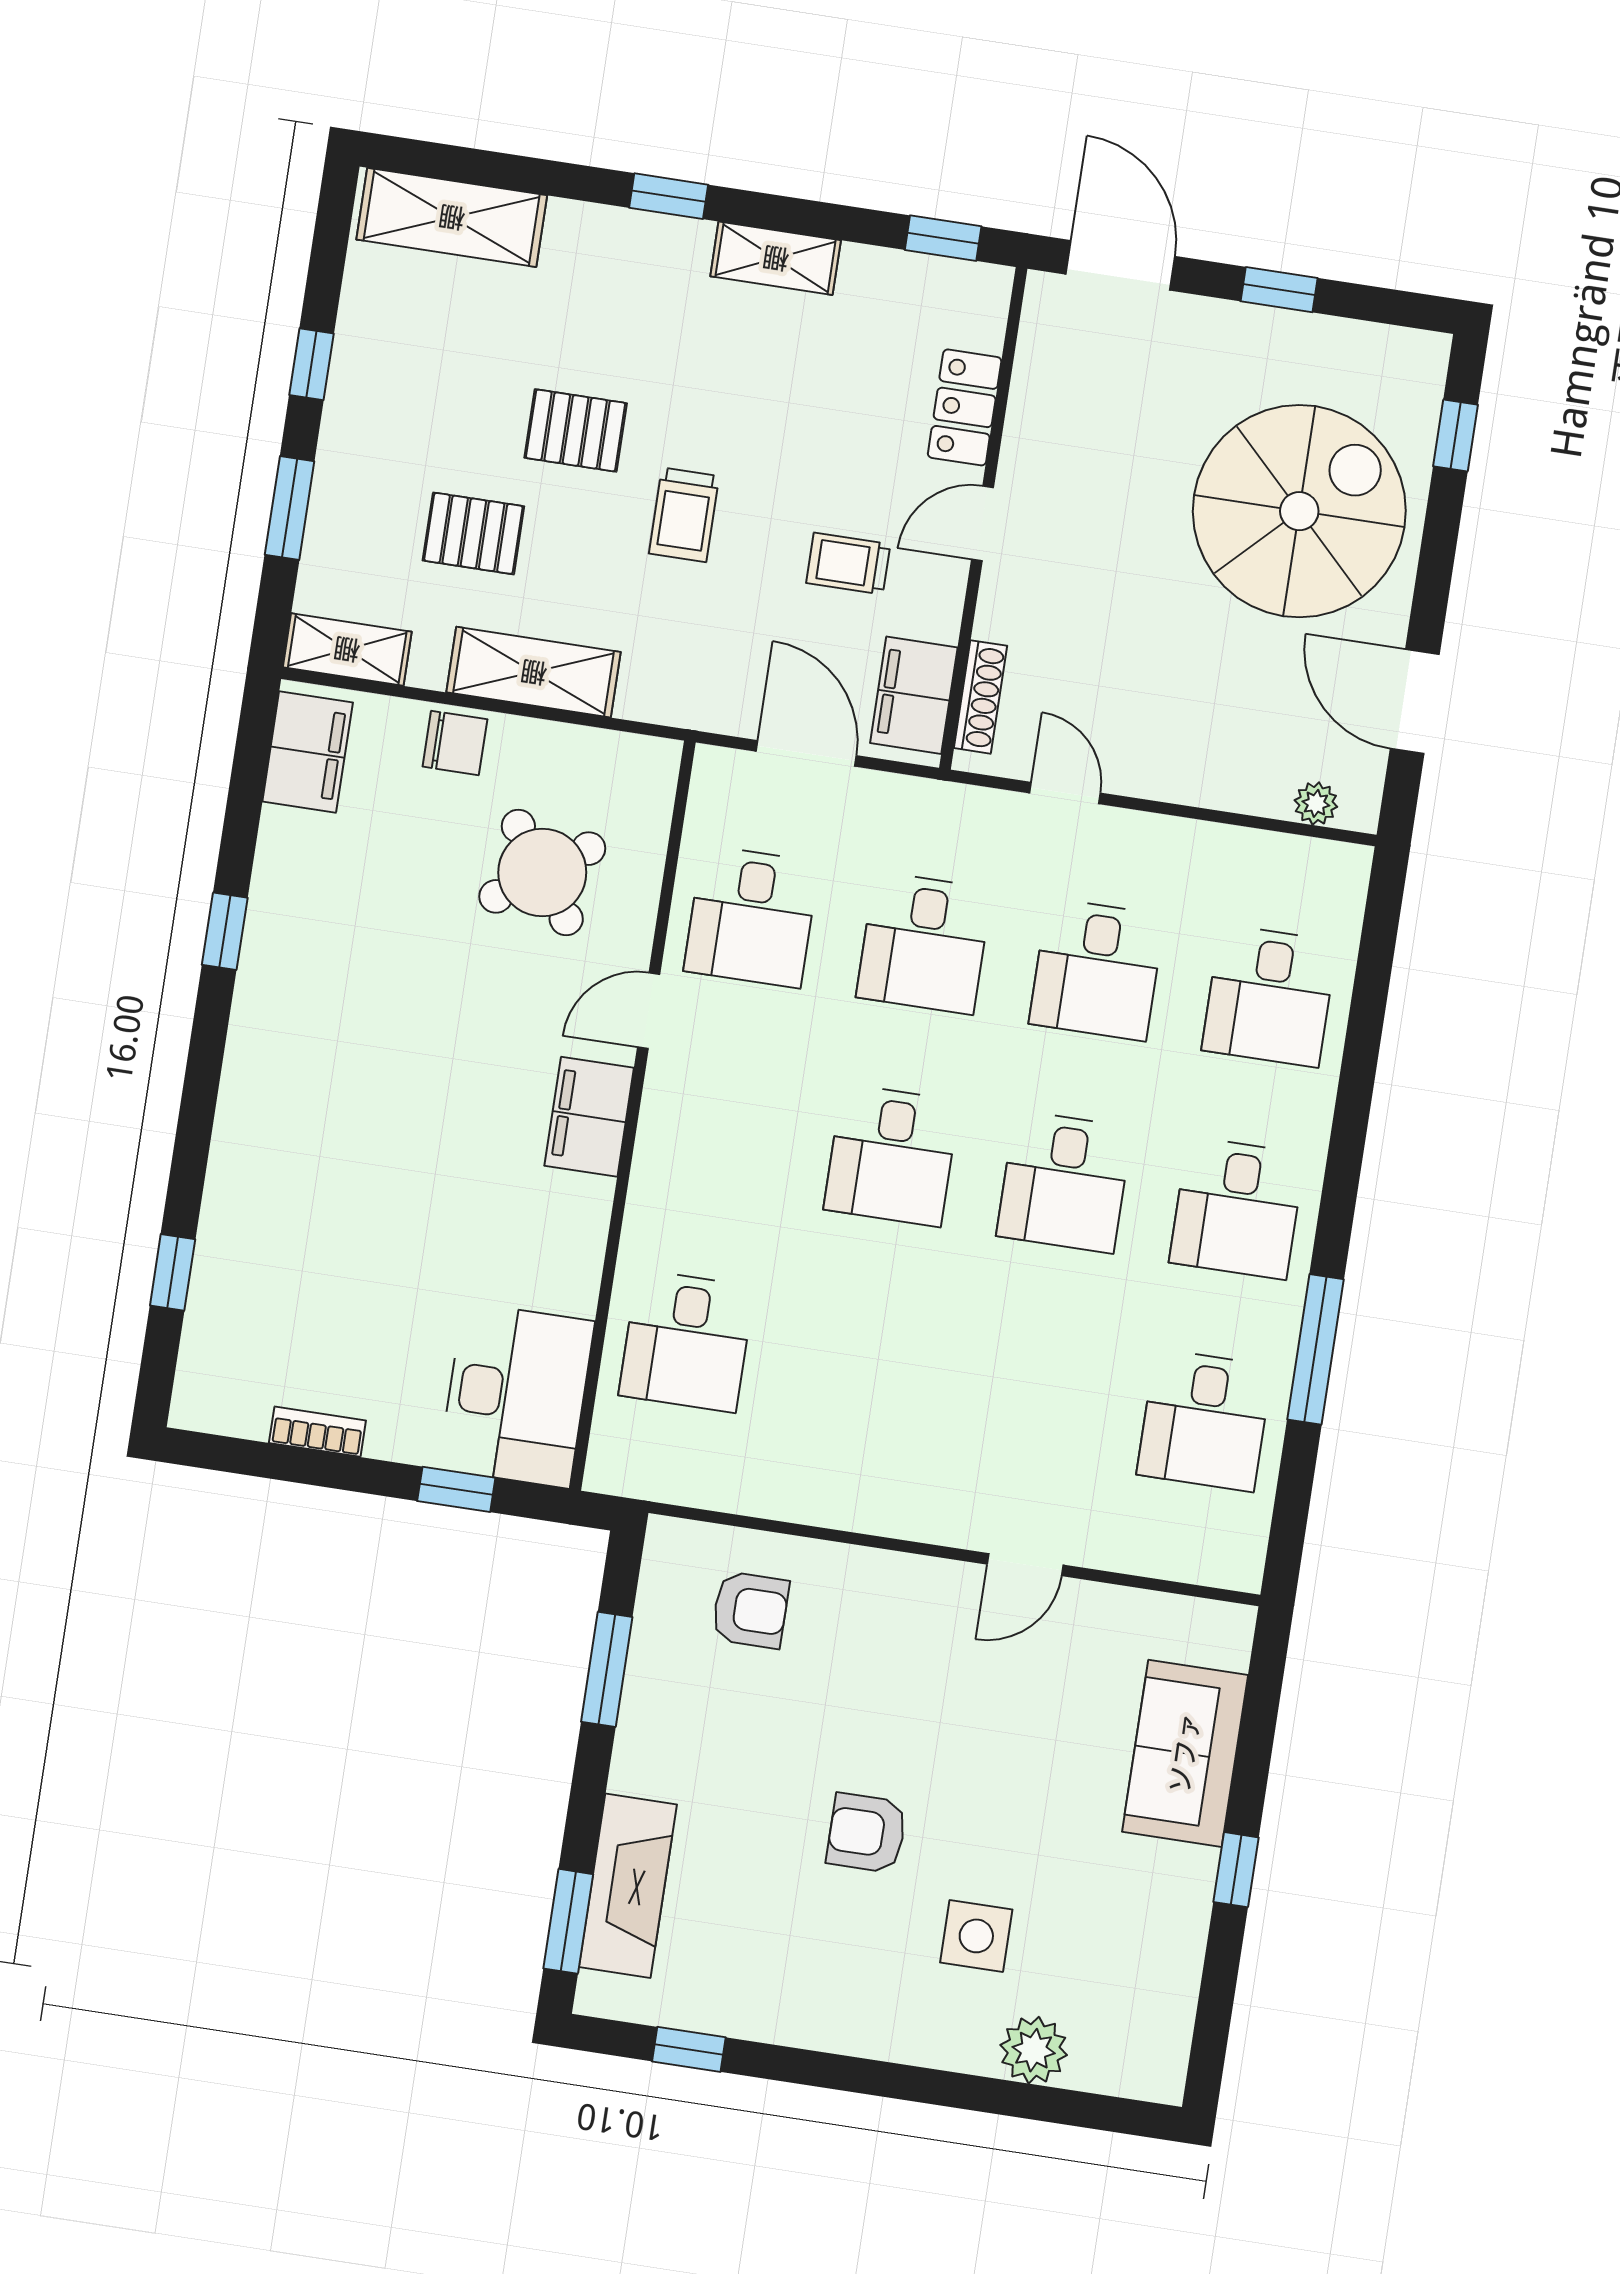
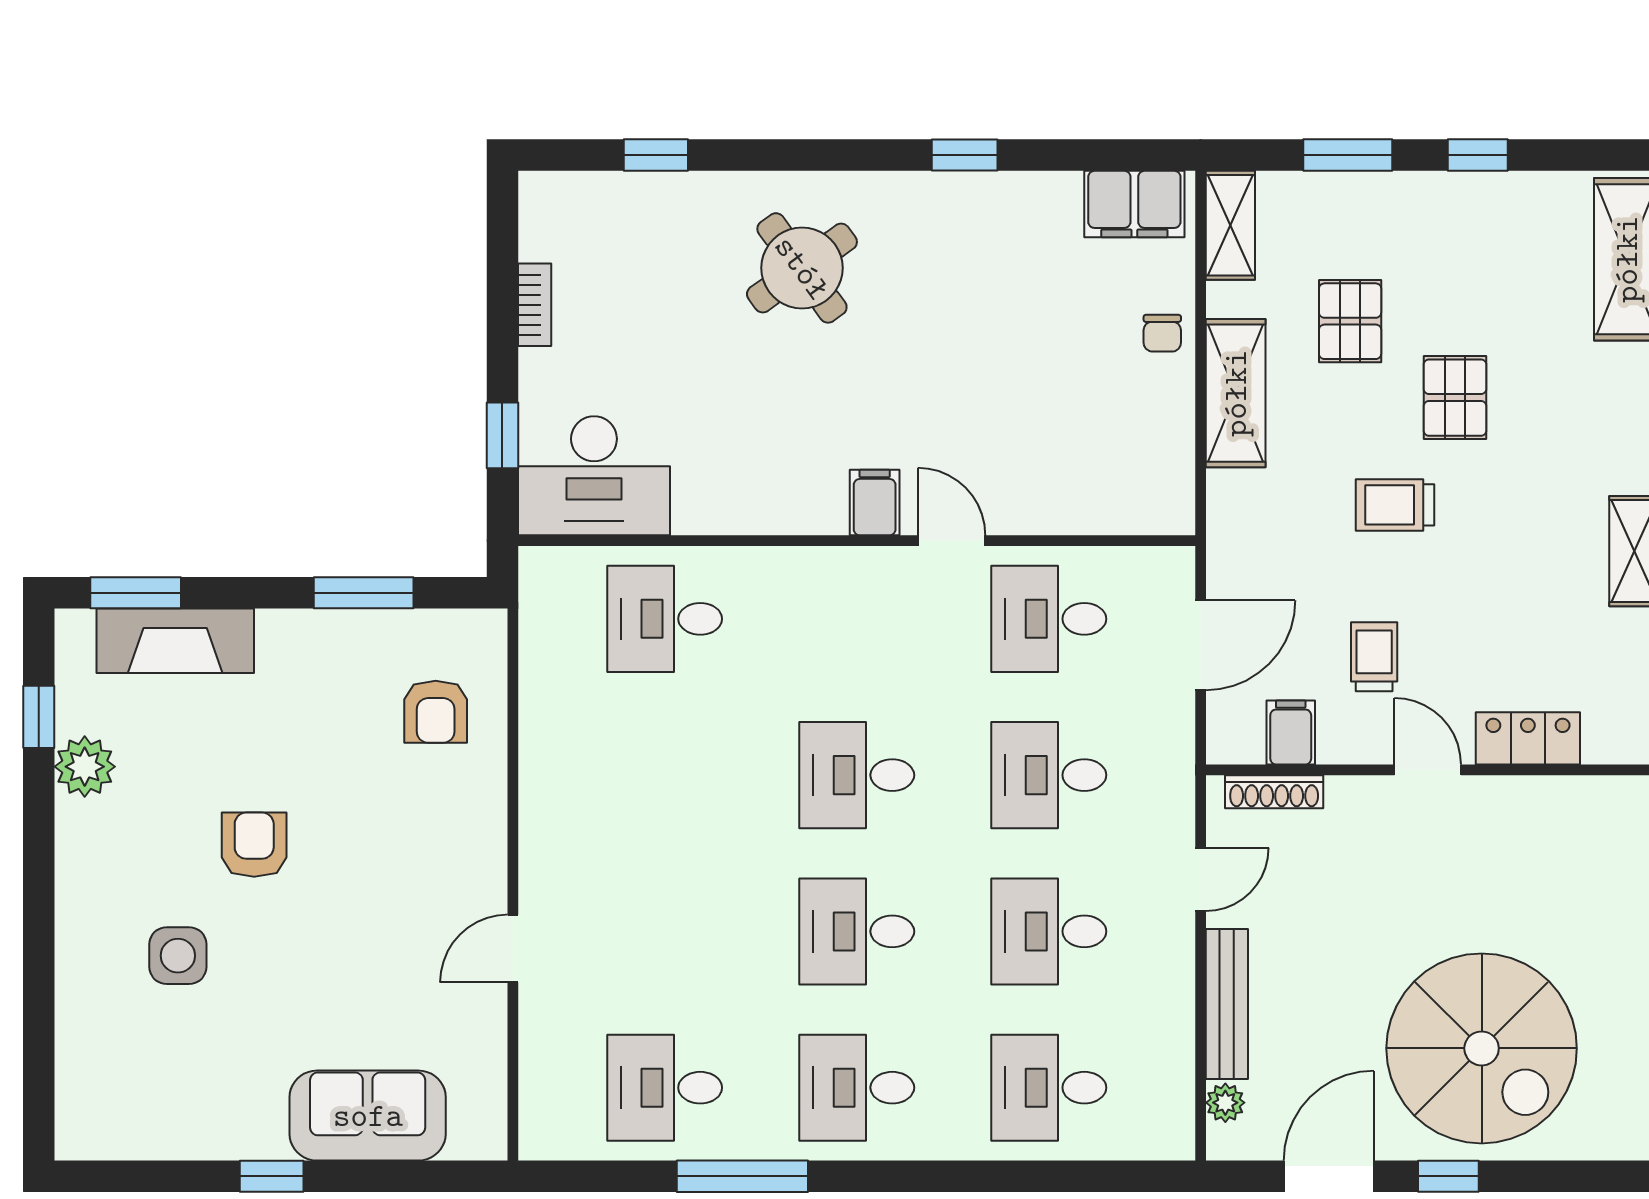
window: (1455, 436) -> (1448, 1176), moved
filing cabinet: (914, 695) -> (1291, 732), width x0.50
chair: (455, 743) -> (1162, 333), width x0.73, depth x0.73
bench: (1207, 785) -> (1227, 1004), added
round table: (542, 872) -> (802, 268), moved
filing cabinet: (589, 1117) -> (875, 502), width x0.50
door: (1025, 1565) -> (513, 949), hinge flipped
plant: (1034, 2050) -> (85, 767), moved

